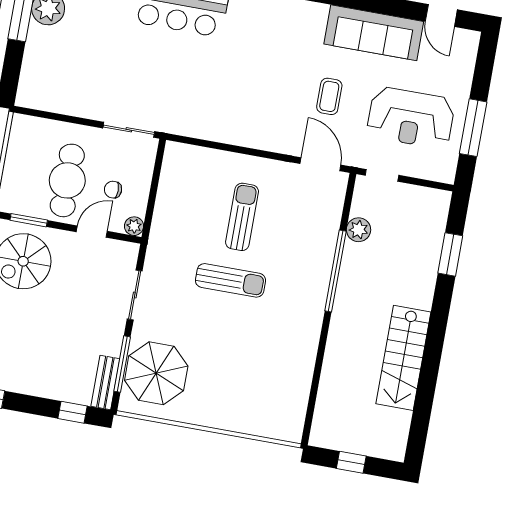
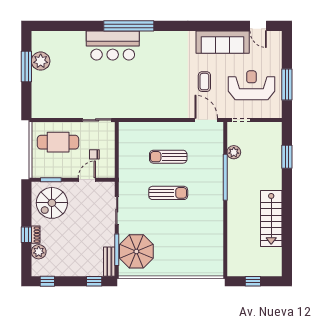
reception desk: (411, 118) -> (251, 85), turned 180
cafe table: (67, 180) -> (58, 142), moved, turned 90
sun lounger: (242, 217) -> (168, 157), turned -90
plant: (134, 226) -> (110, 173), removed

